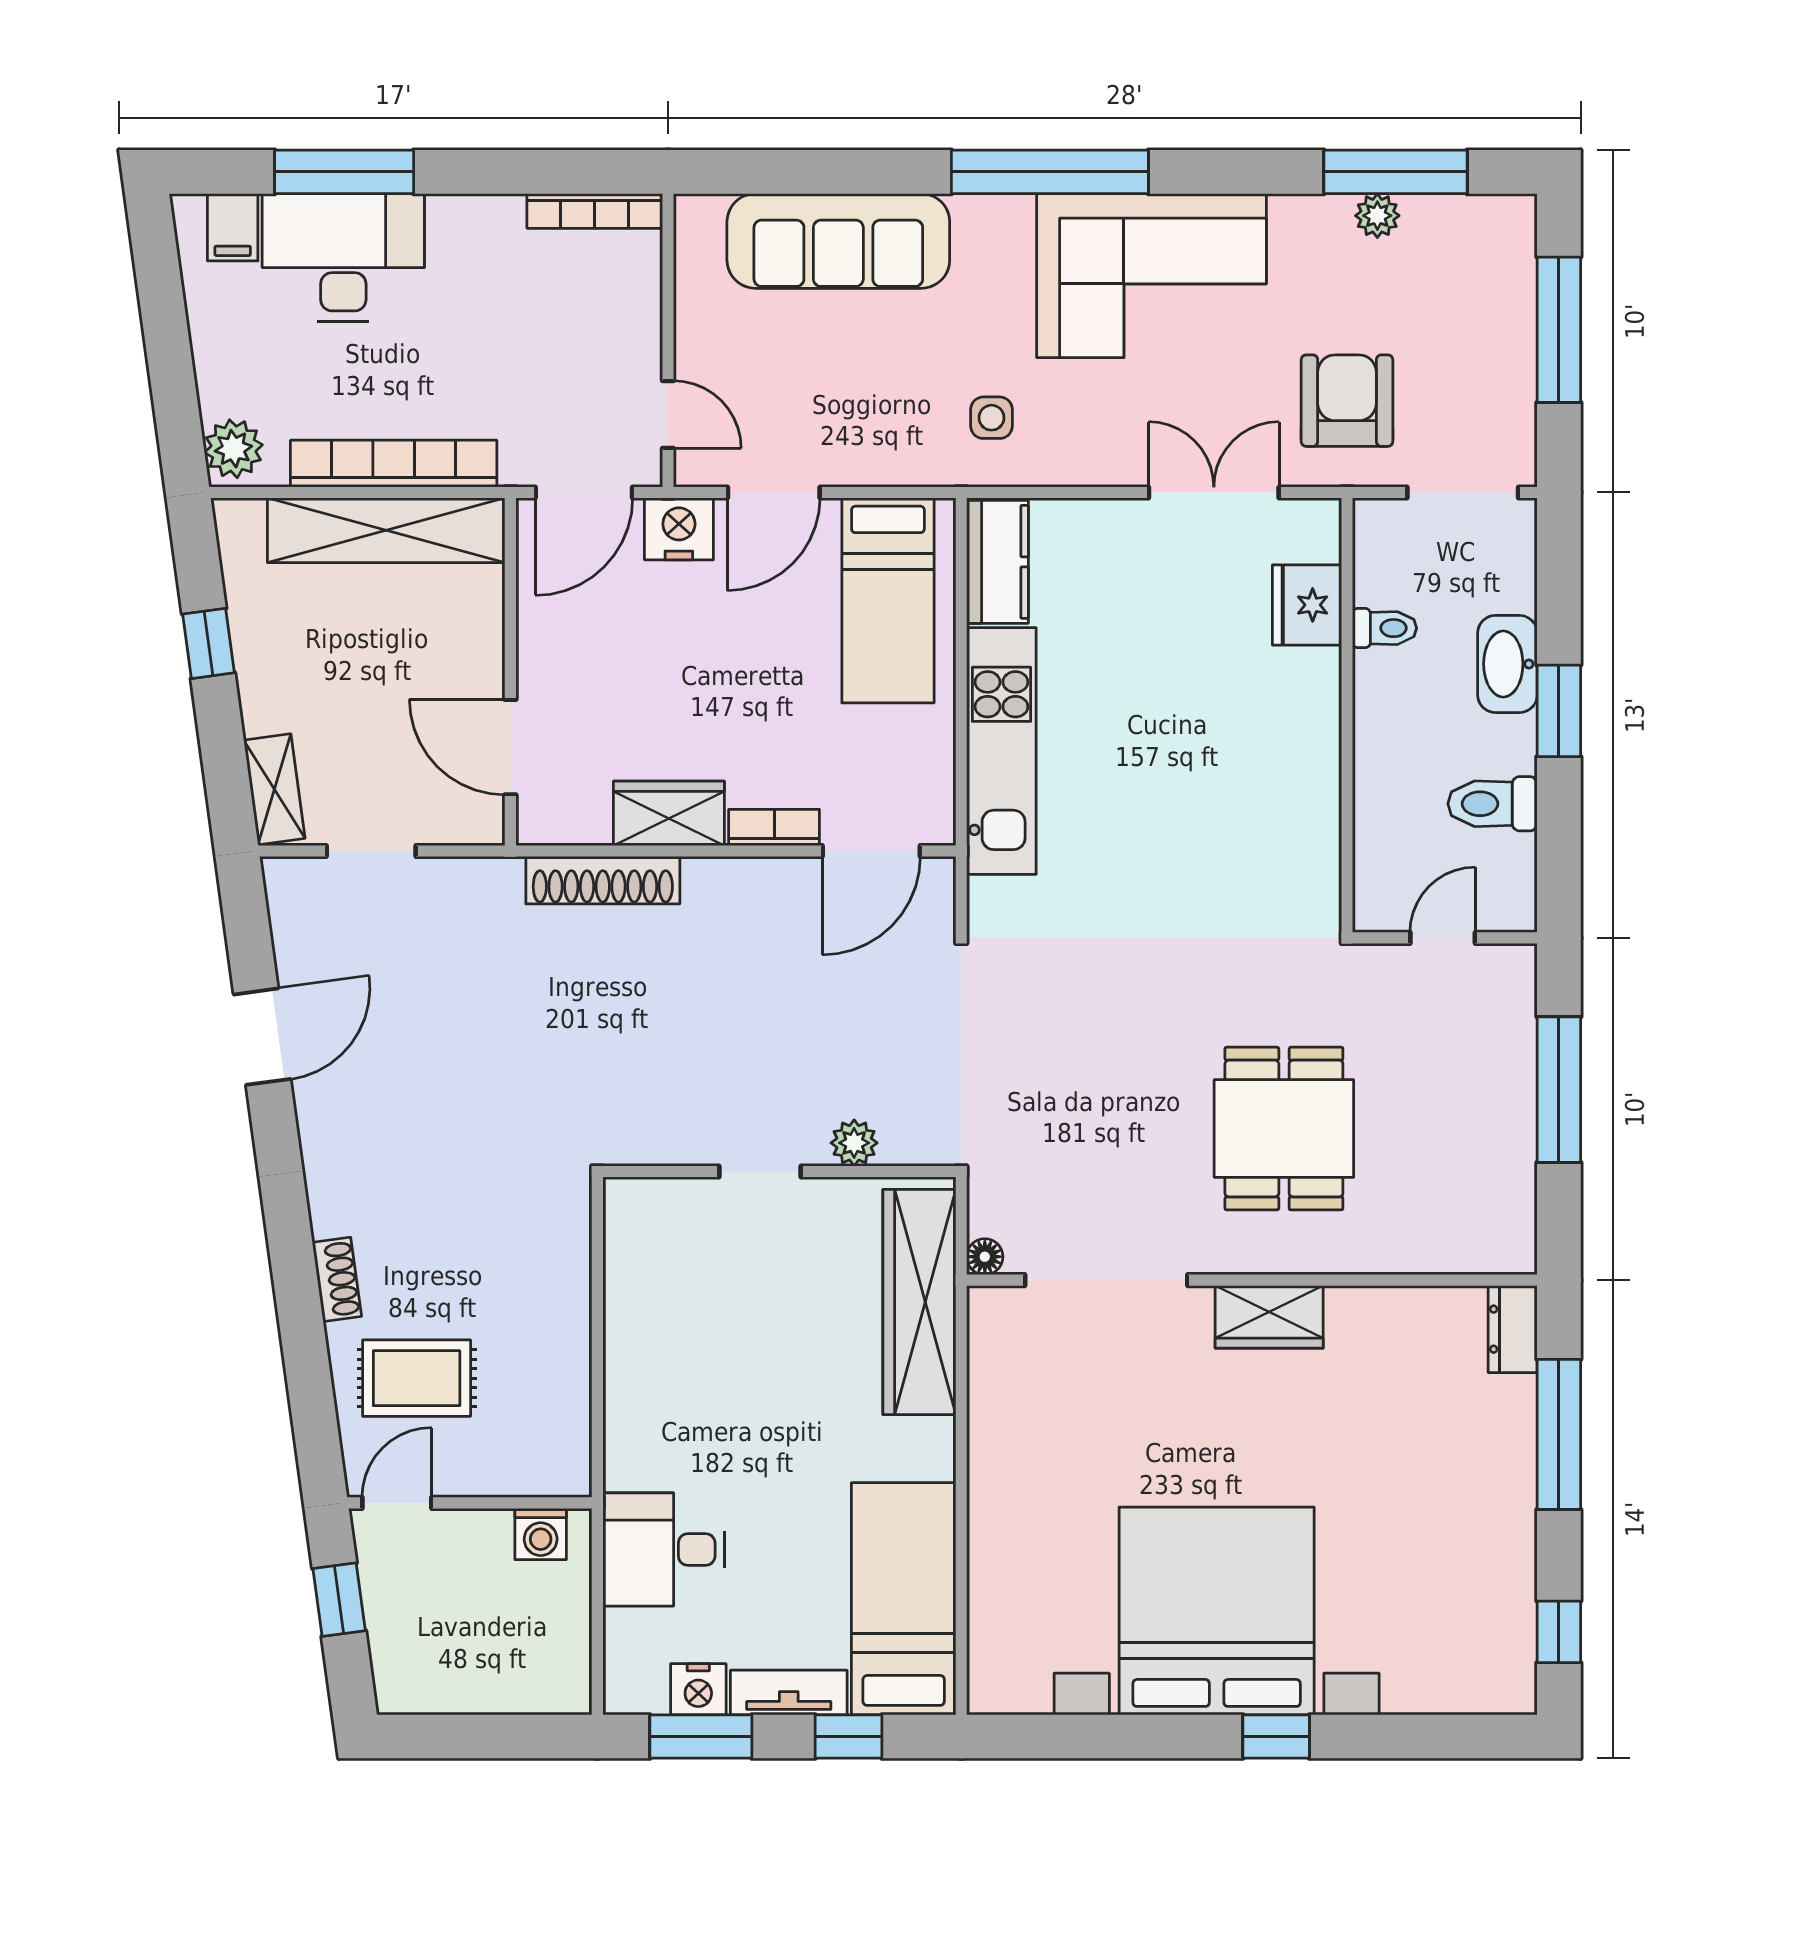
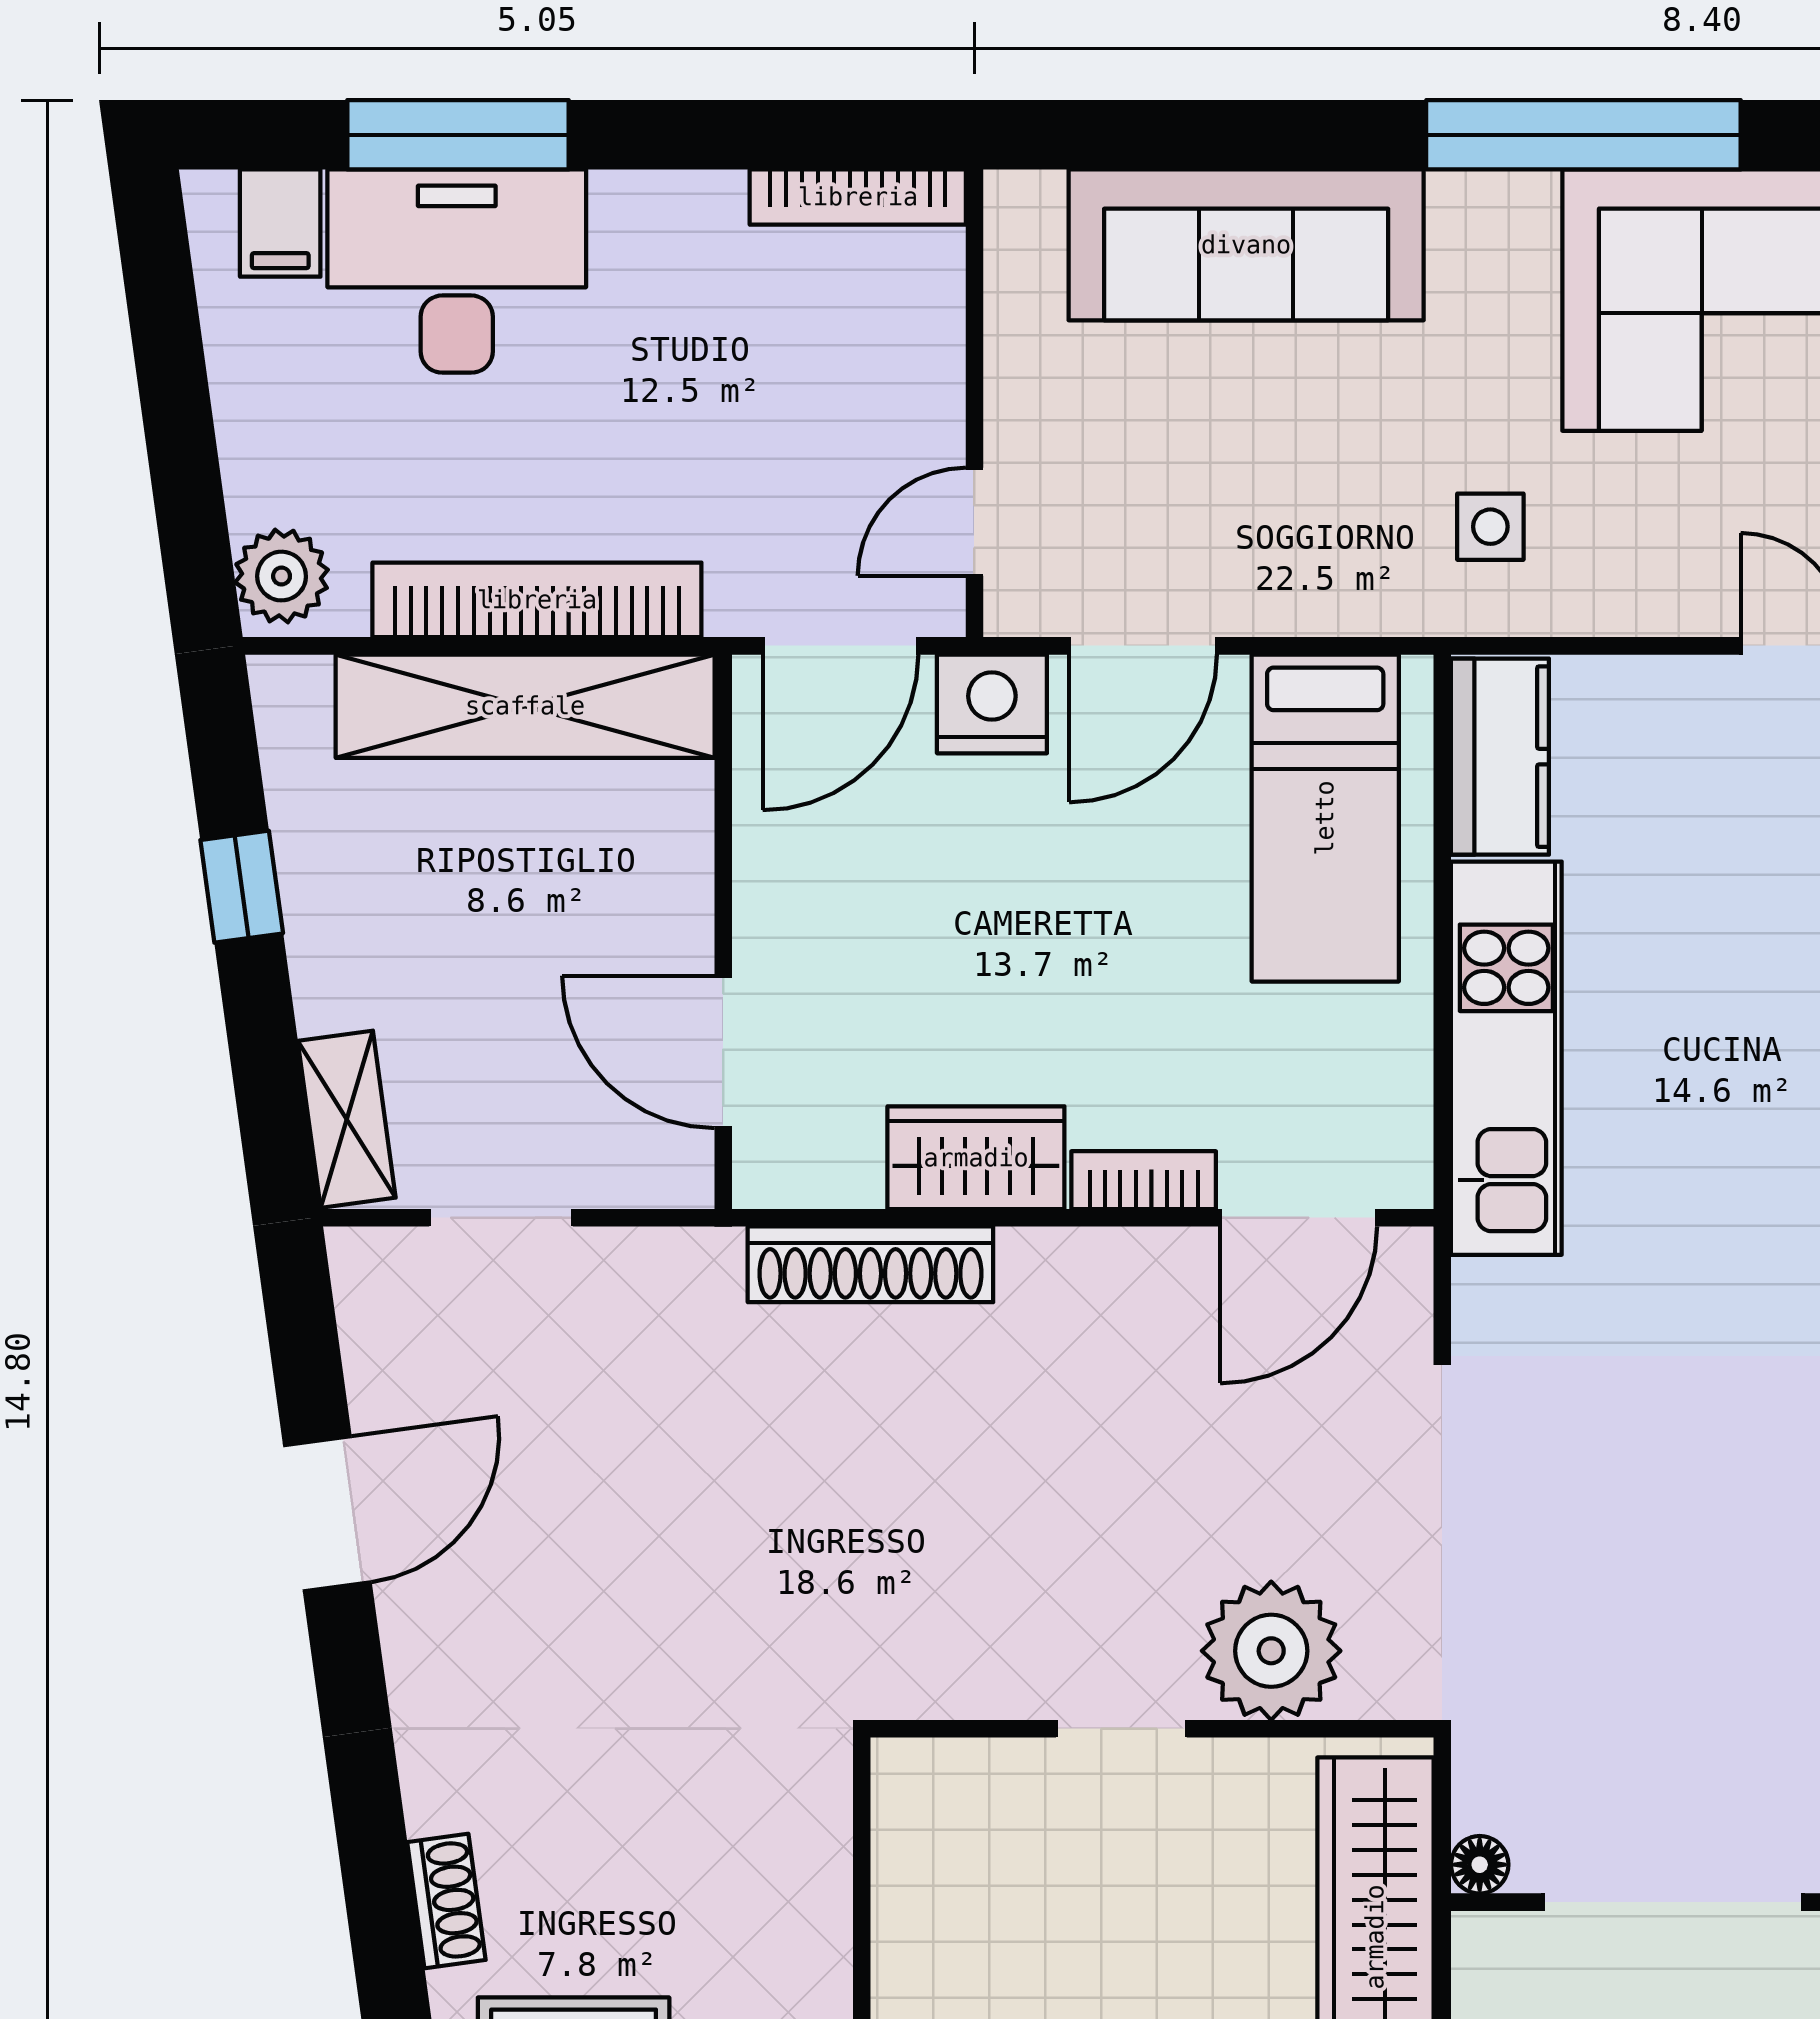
door: (668, 415) -> (974, 522), swing flipped
plant: (854, 1143) -> (1271, 1651), width x1.88, depth x1.88

